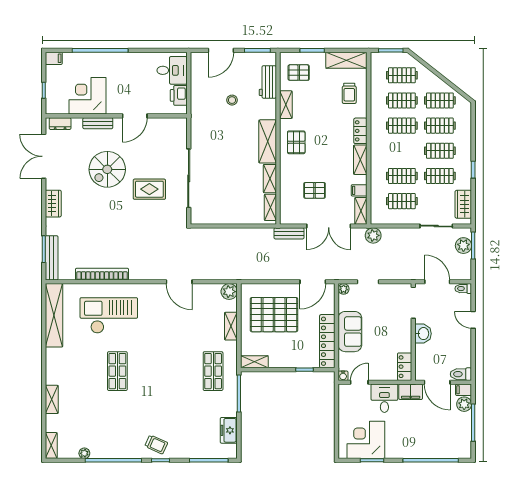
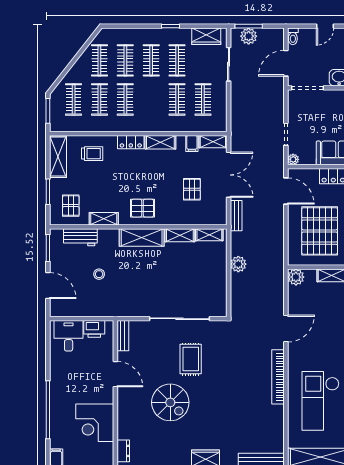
bench: (98, 123) -> (123, 336), moved
plant: (373, 235) -> (238, 264), moved
bookcase: (102, 274) -> (278, 377), moved

